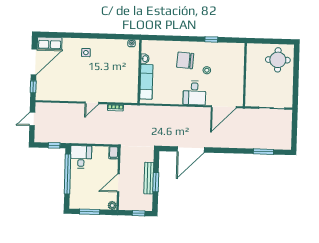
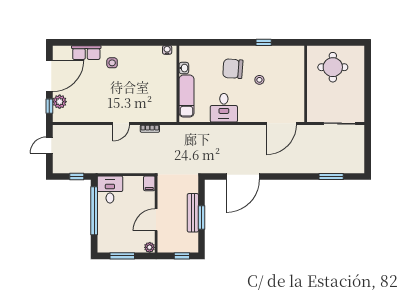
row of seats: (50, 43) -> (86, 53), moved
round table: (278, 60) -> (333, 67), moved
plant: (42, 83) -> (60, 102), added
desk: (194, 93) -> (224, 108), moved

